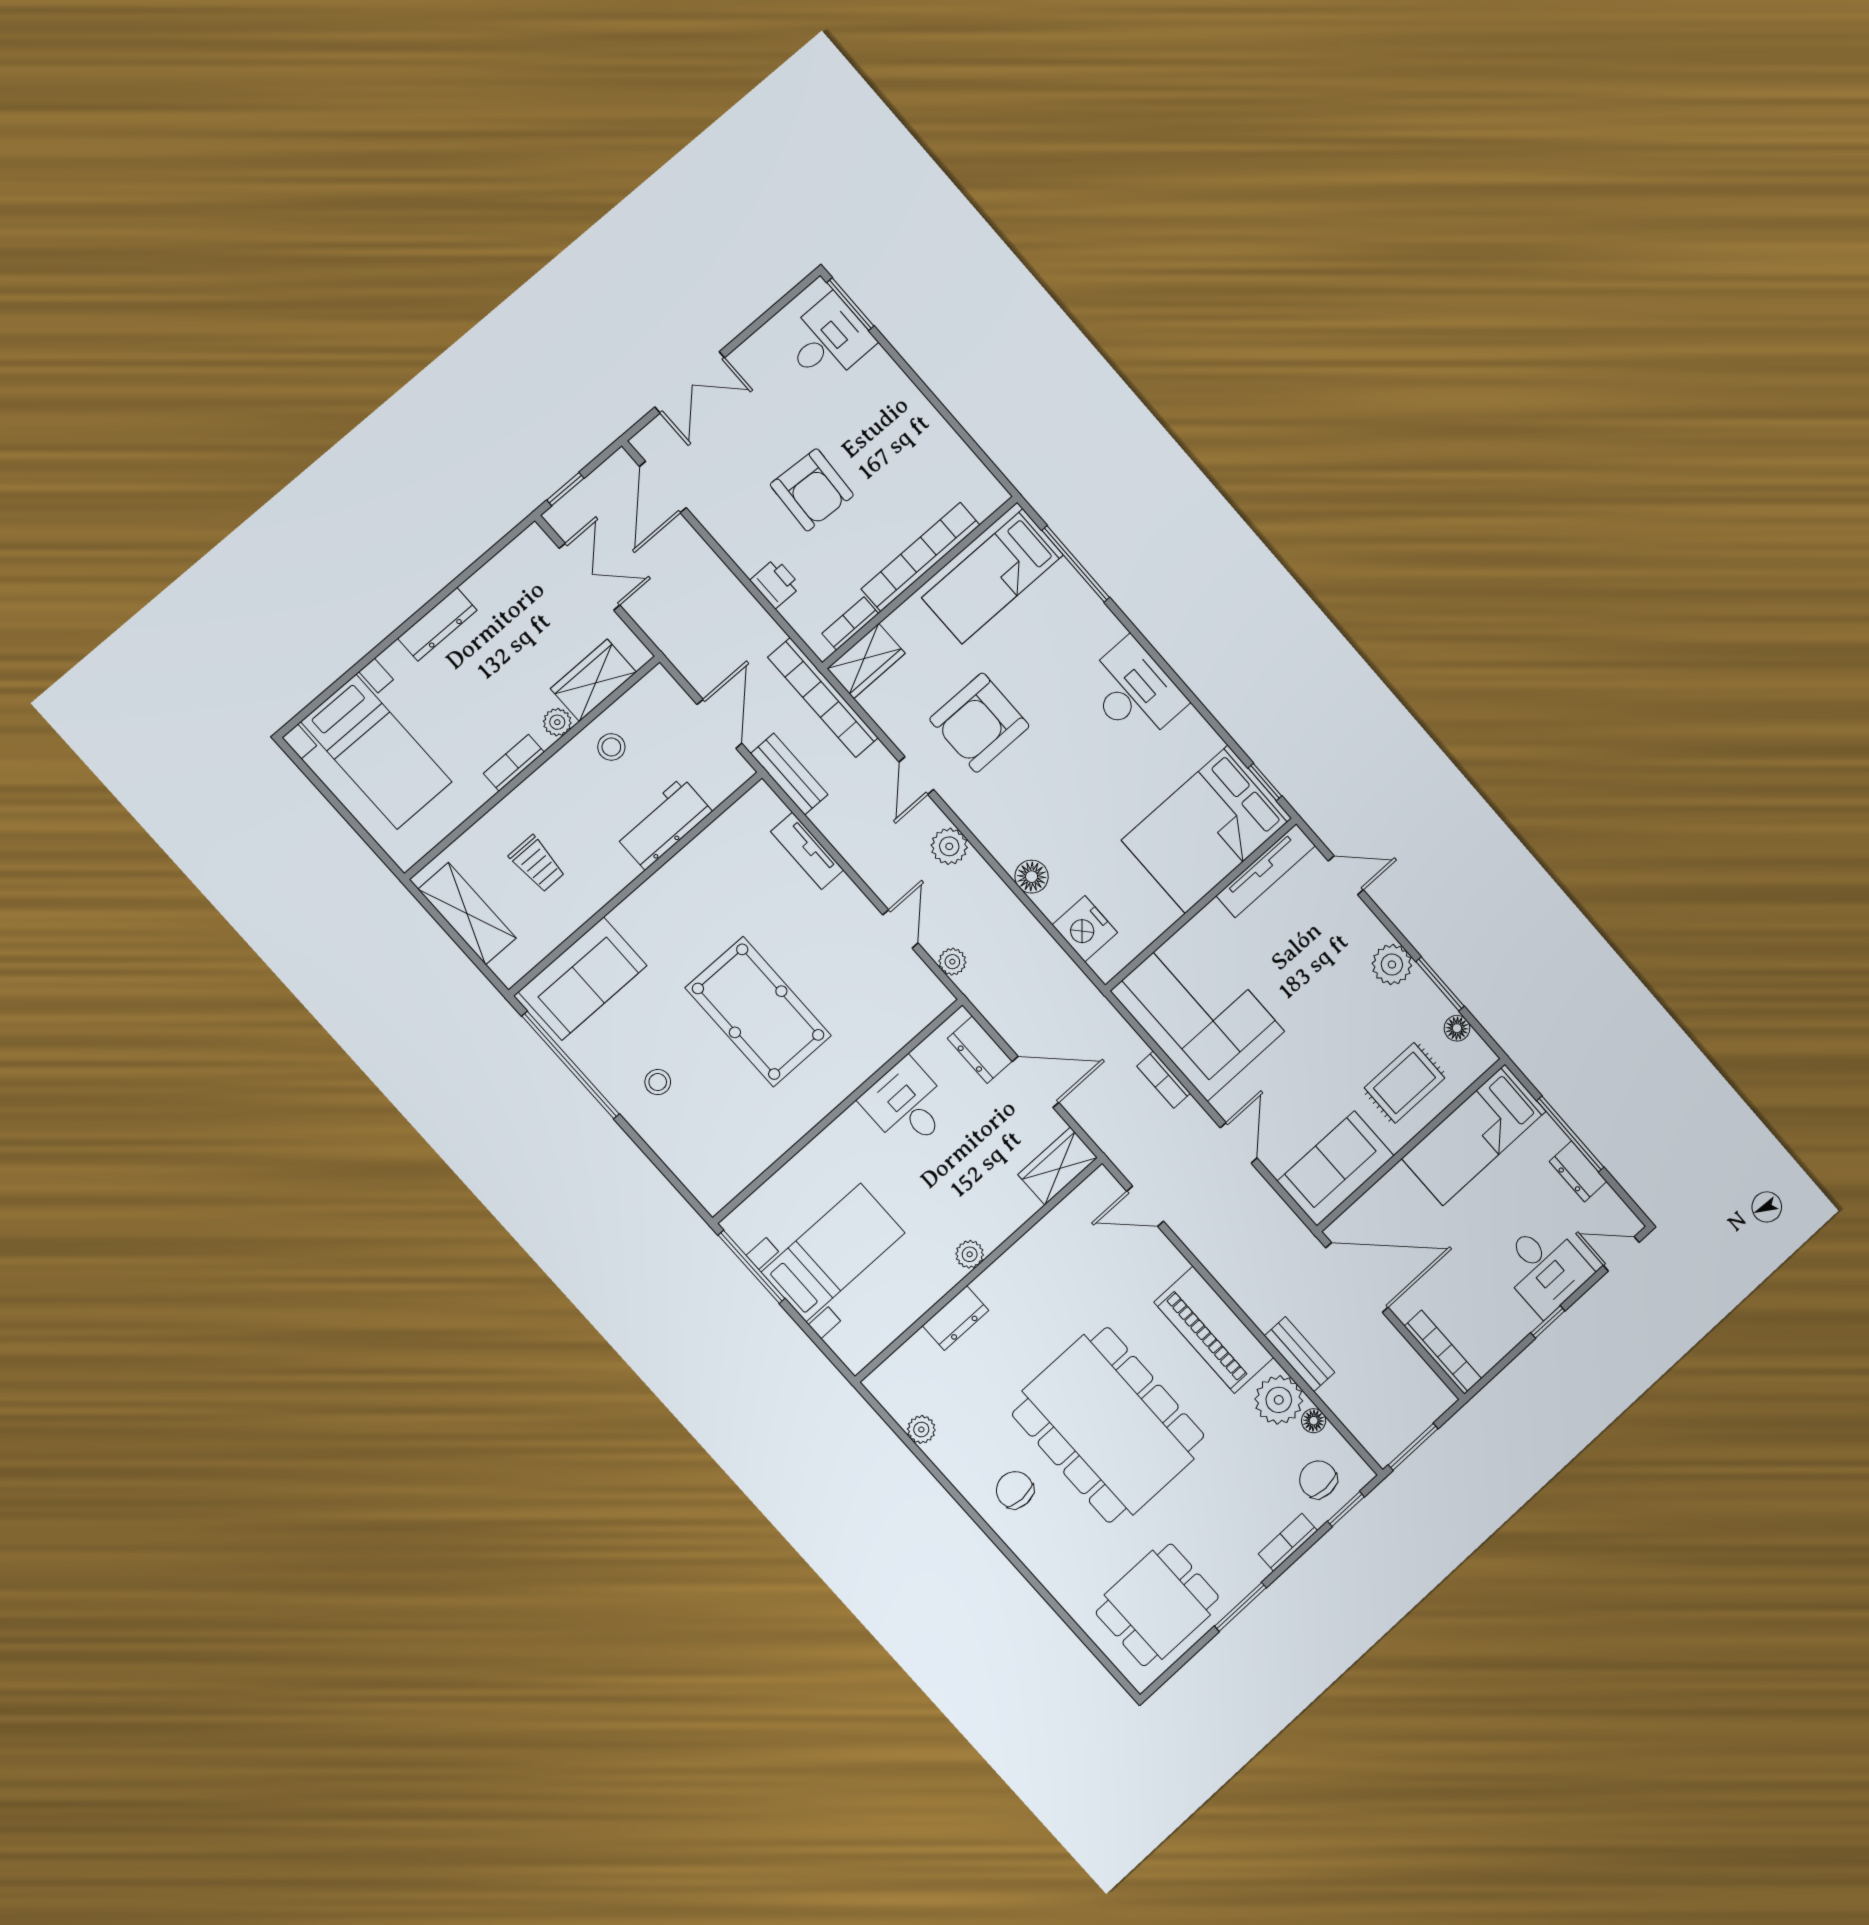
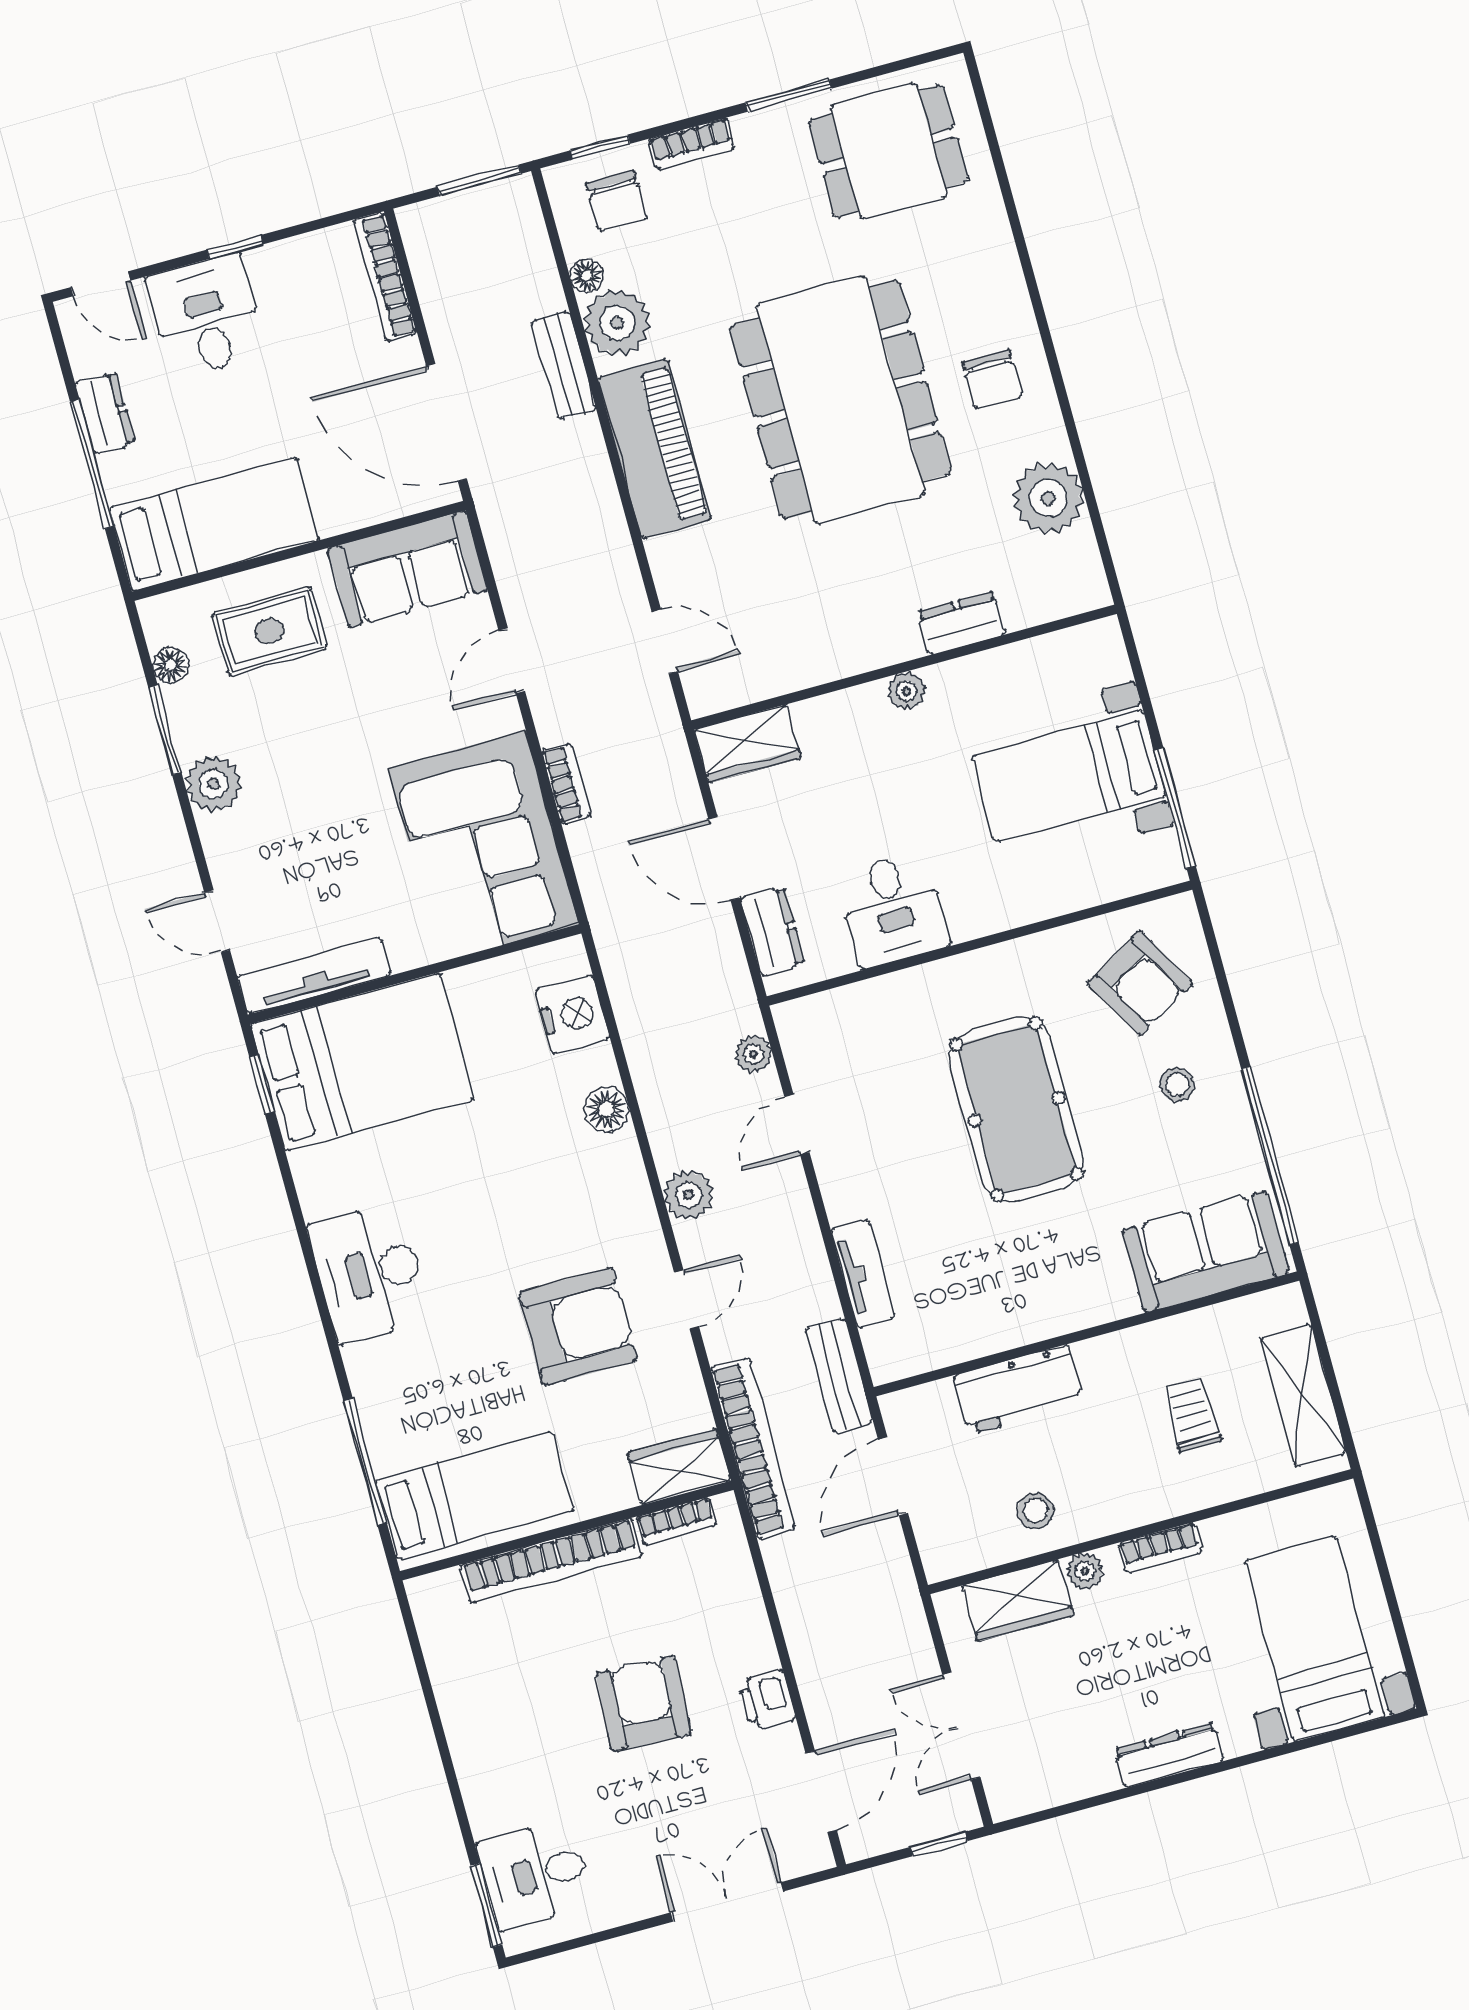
printer: (775, 583) -> (767, 1700), moved
armchair: (717, 1138) -> (1140, 983), added
plant: (921, 1429) -> (1048, 498), width x1.88, depth x1.88

